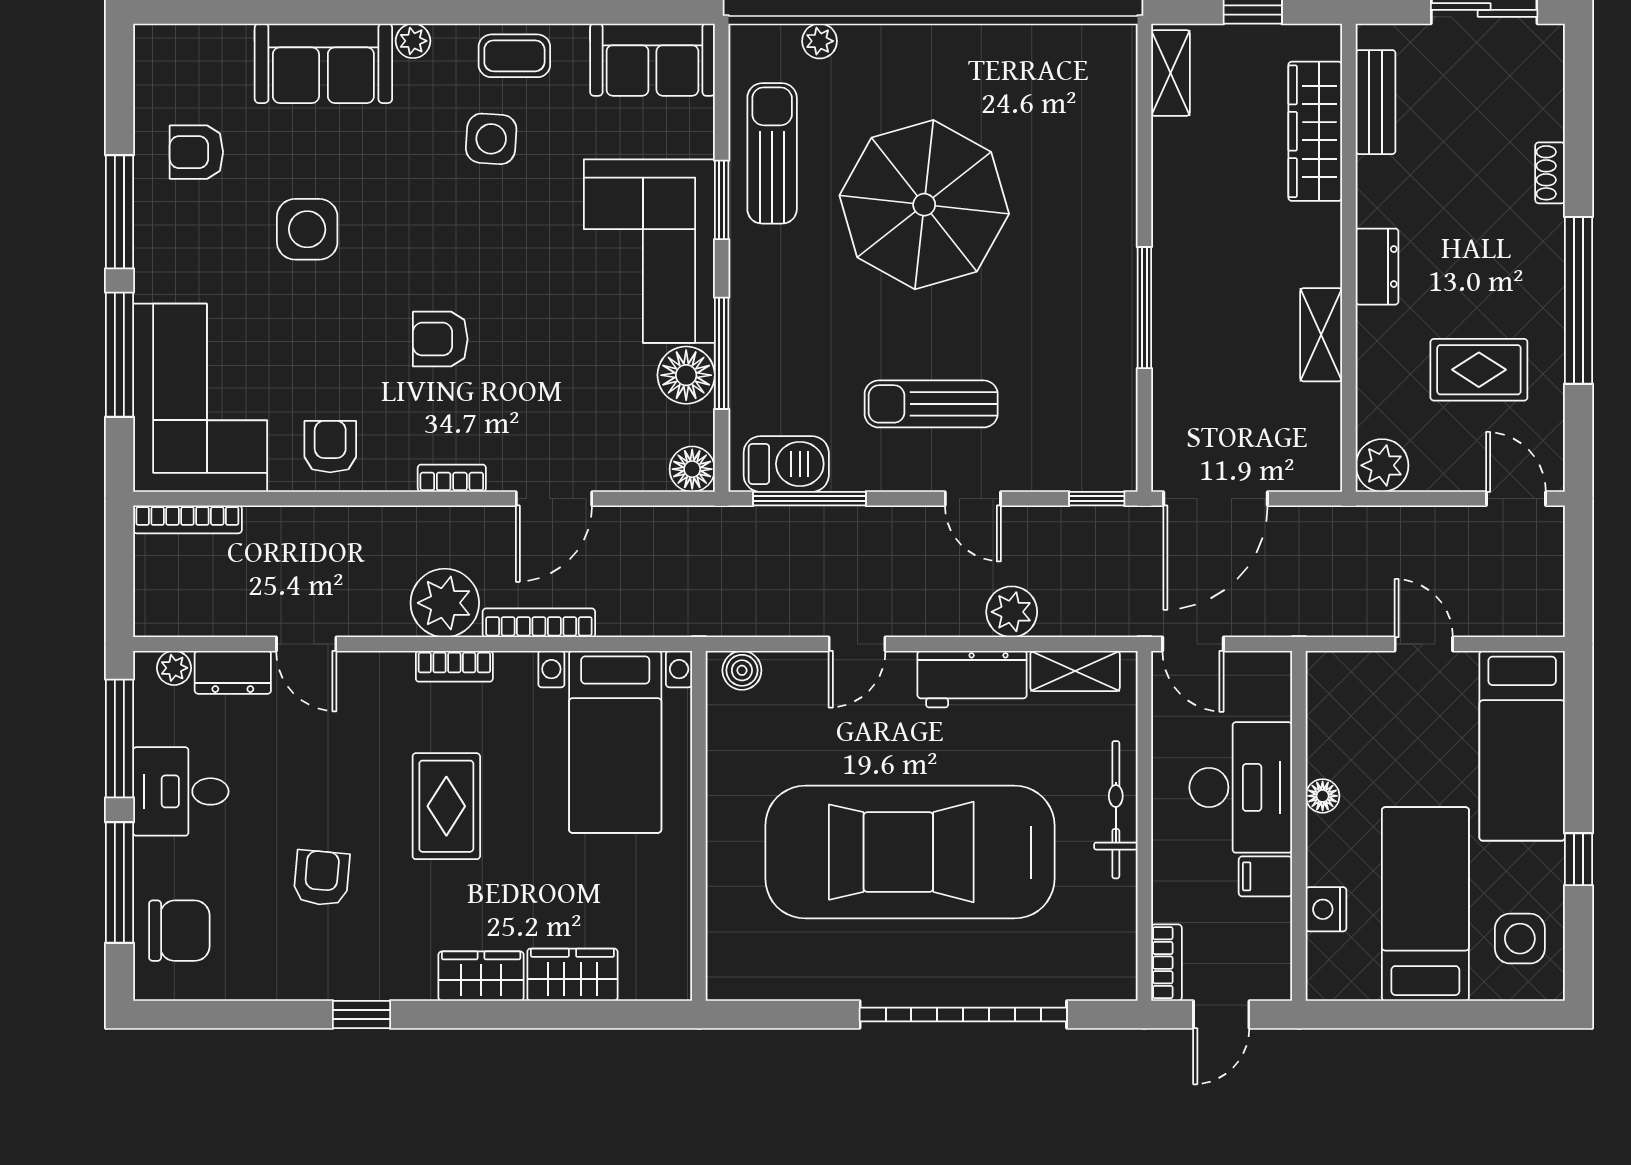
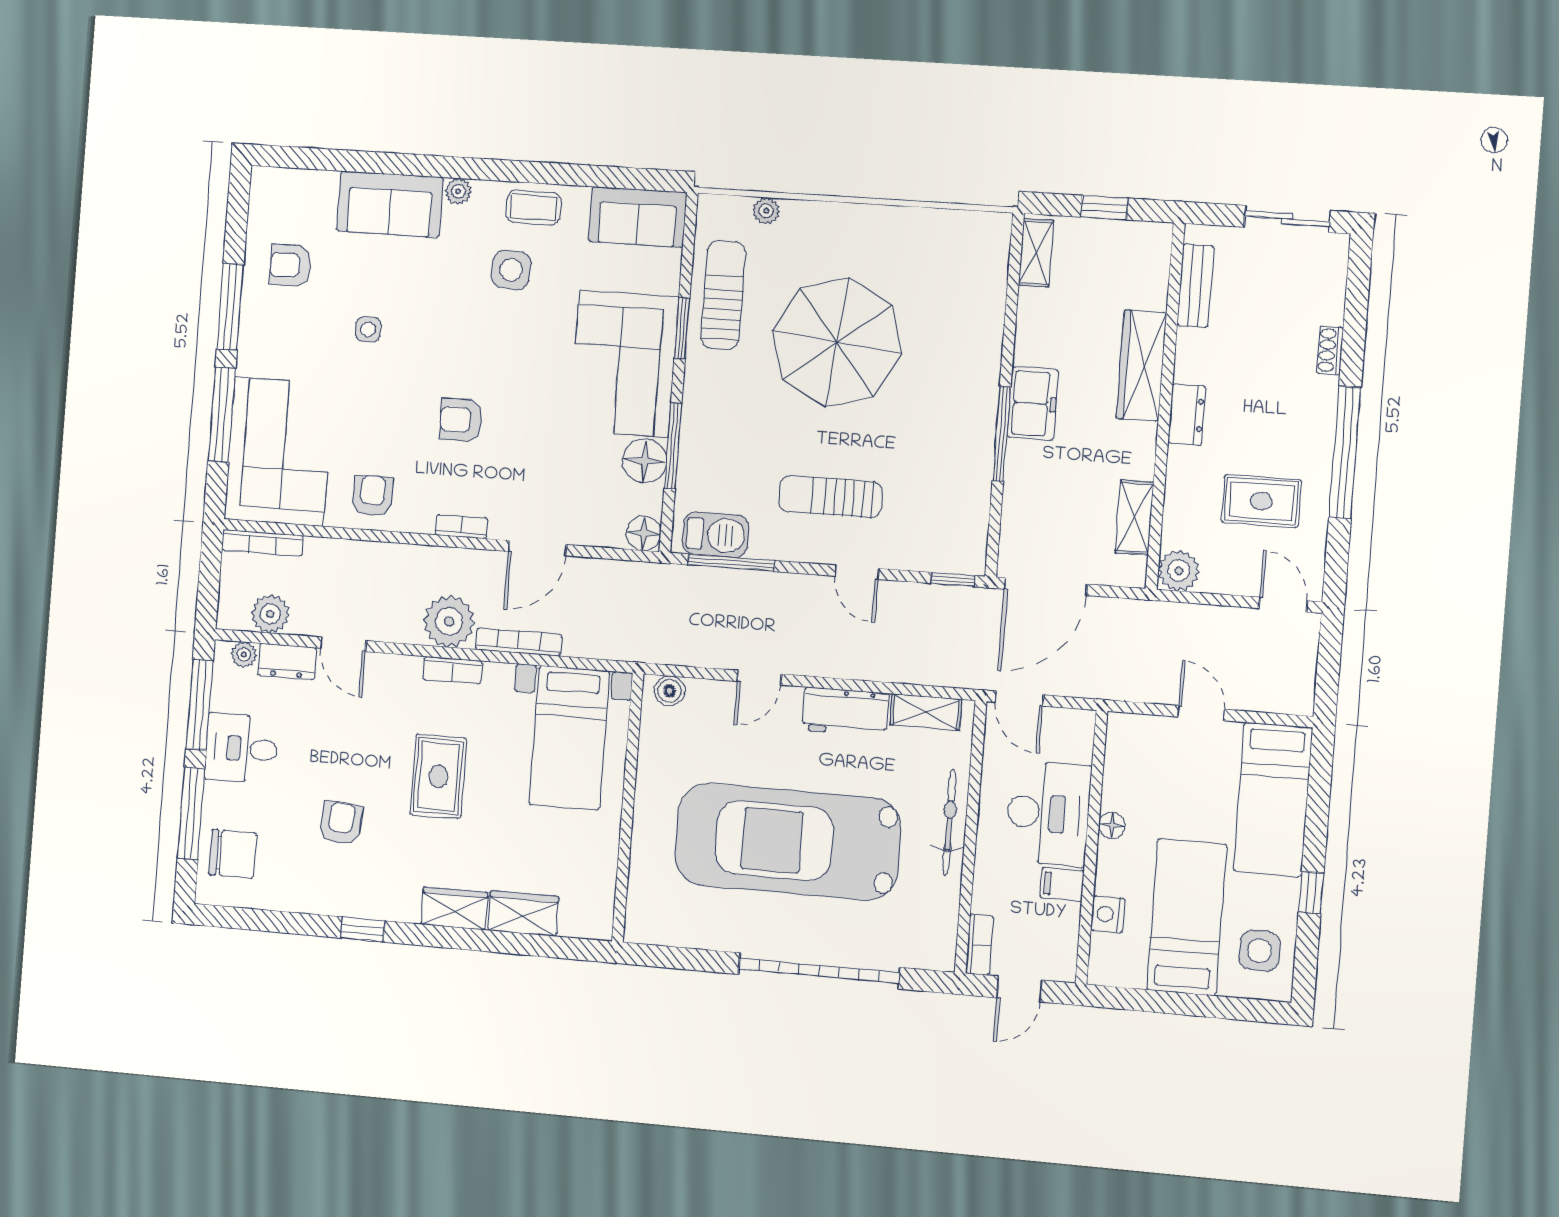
wardrobe: (1315, 131) -> (1141, 365), moved
side table: (307, 229) -> (368, 329), width x0.54, depth x0.54
freezer: (1181, 266) -> (1032, 404), added
shelving: (1321, 335) -> (1134, 517), moved
plant: (1012, 612) -> (270, 614), moved

